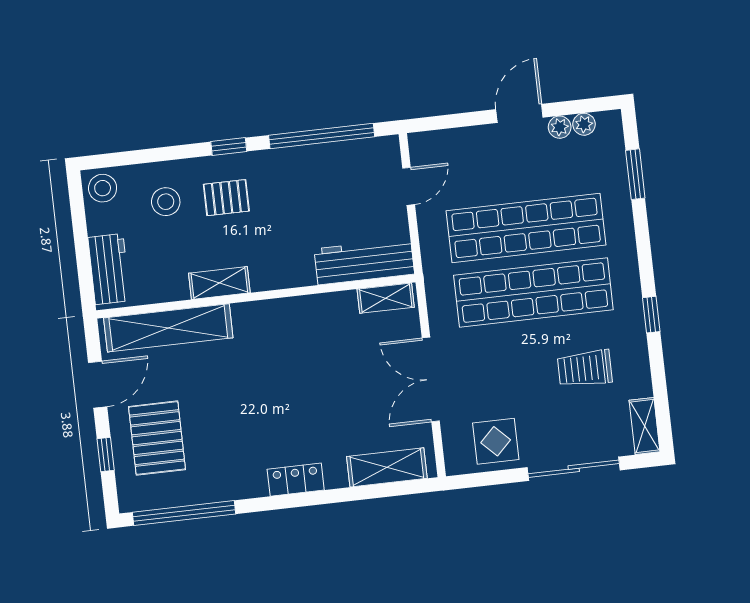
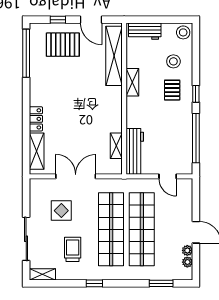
shelving: (386, 298) -> (116, 146), moved
display table: (496, 441) -> (61, 211), moved
locker: (296, 480) -> (36, 119), moved

